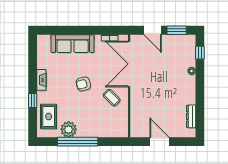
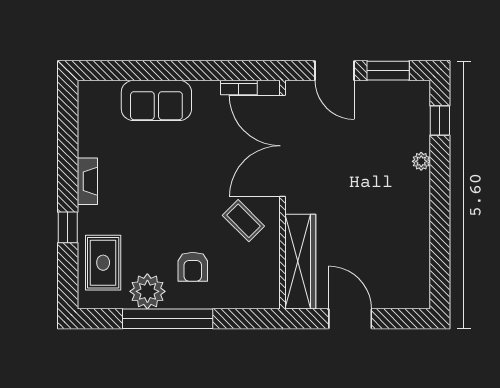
sofa: (73, 44) -> (156, 100), width x0.73
armchair: (83, 84) -> (193, 267), moved, turned -76
wardrobe: (137, 116) -> (300, 262), added
dresser: (191, 116) -> (420, 262), removed

